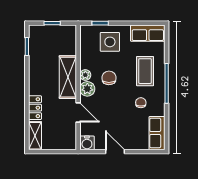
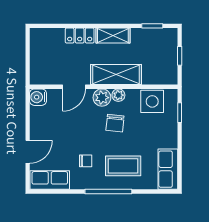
side table: (110, 42) -> (152, 101), moved
chair: (109, 78) -> (115, 123), turned 96
shelving: (35, 136) -> (113, 36), moved
door: (115, 152) -> (28, 152), moved

